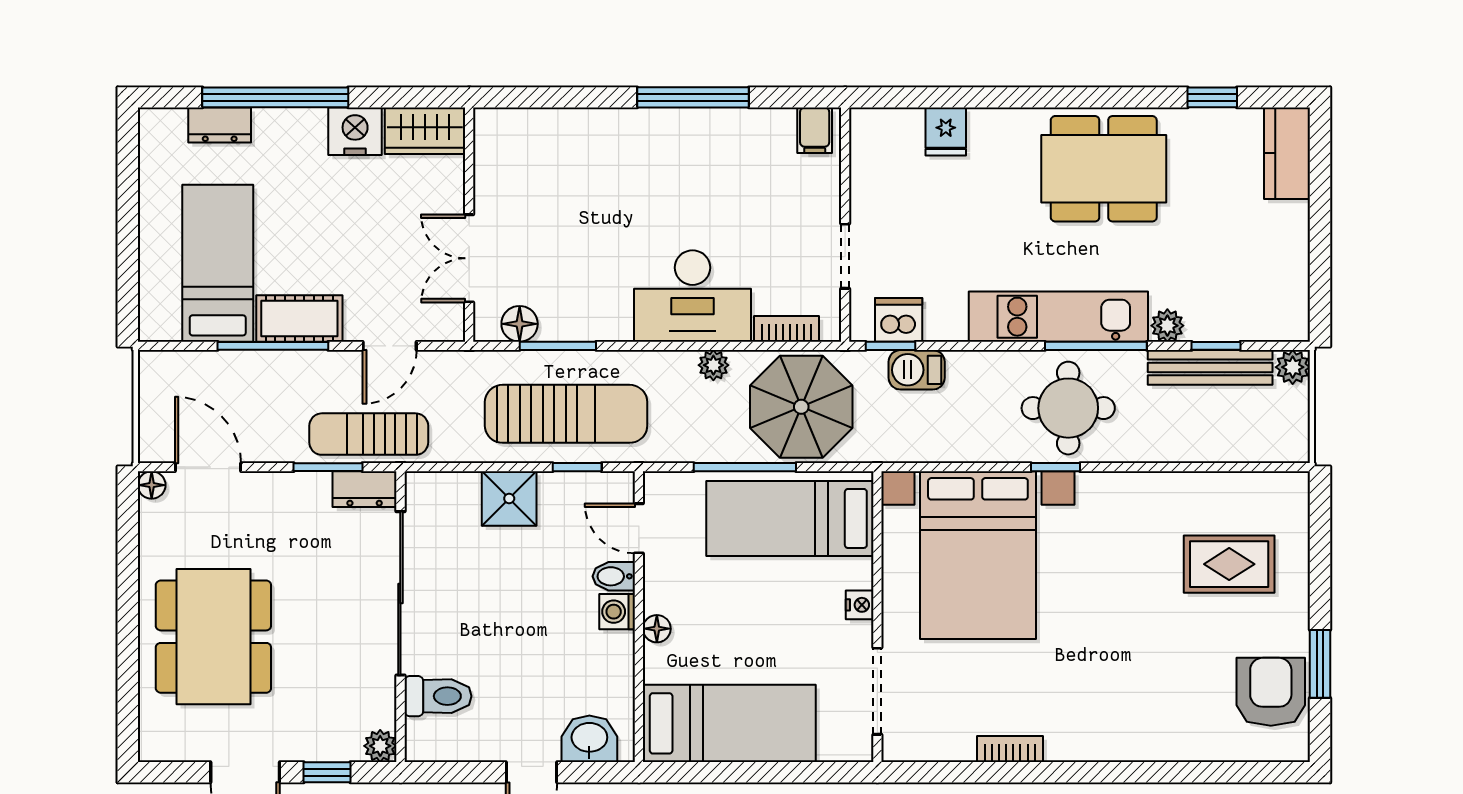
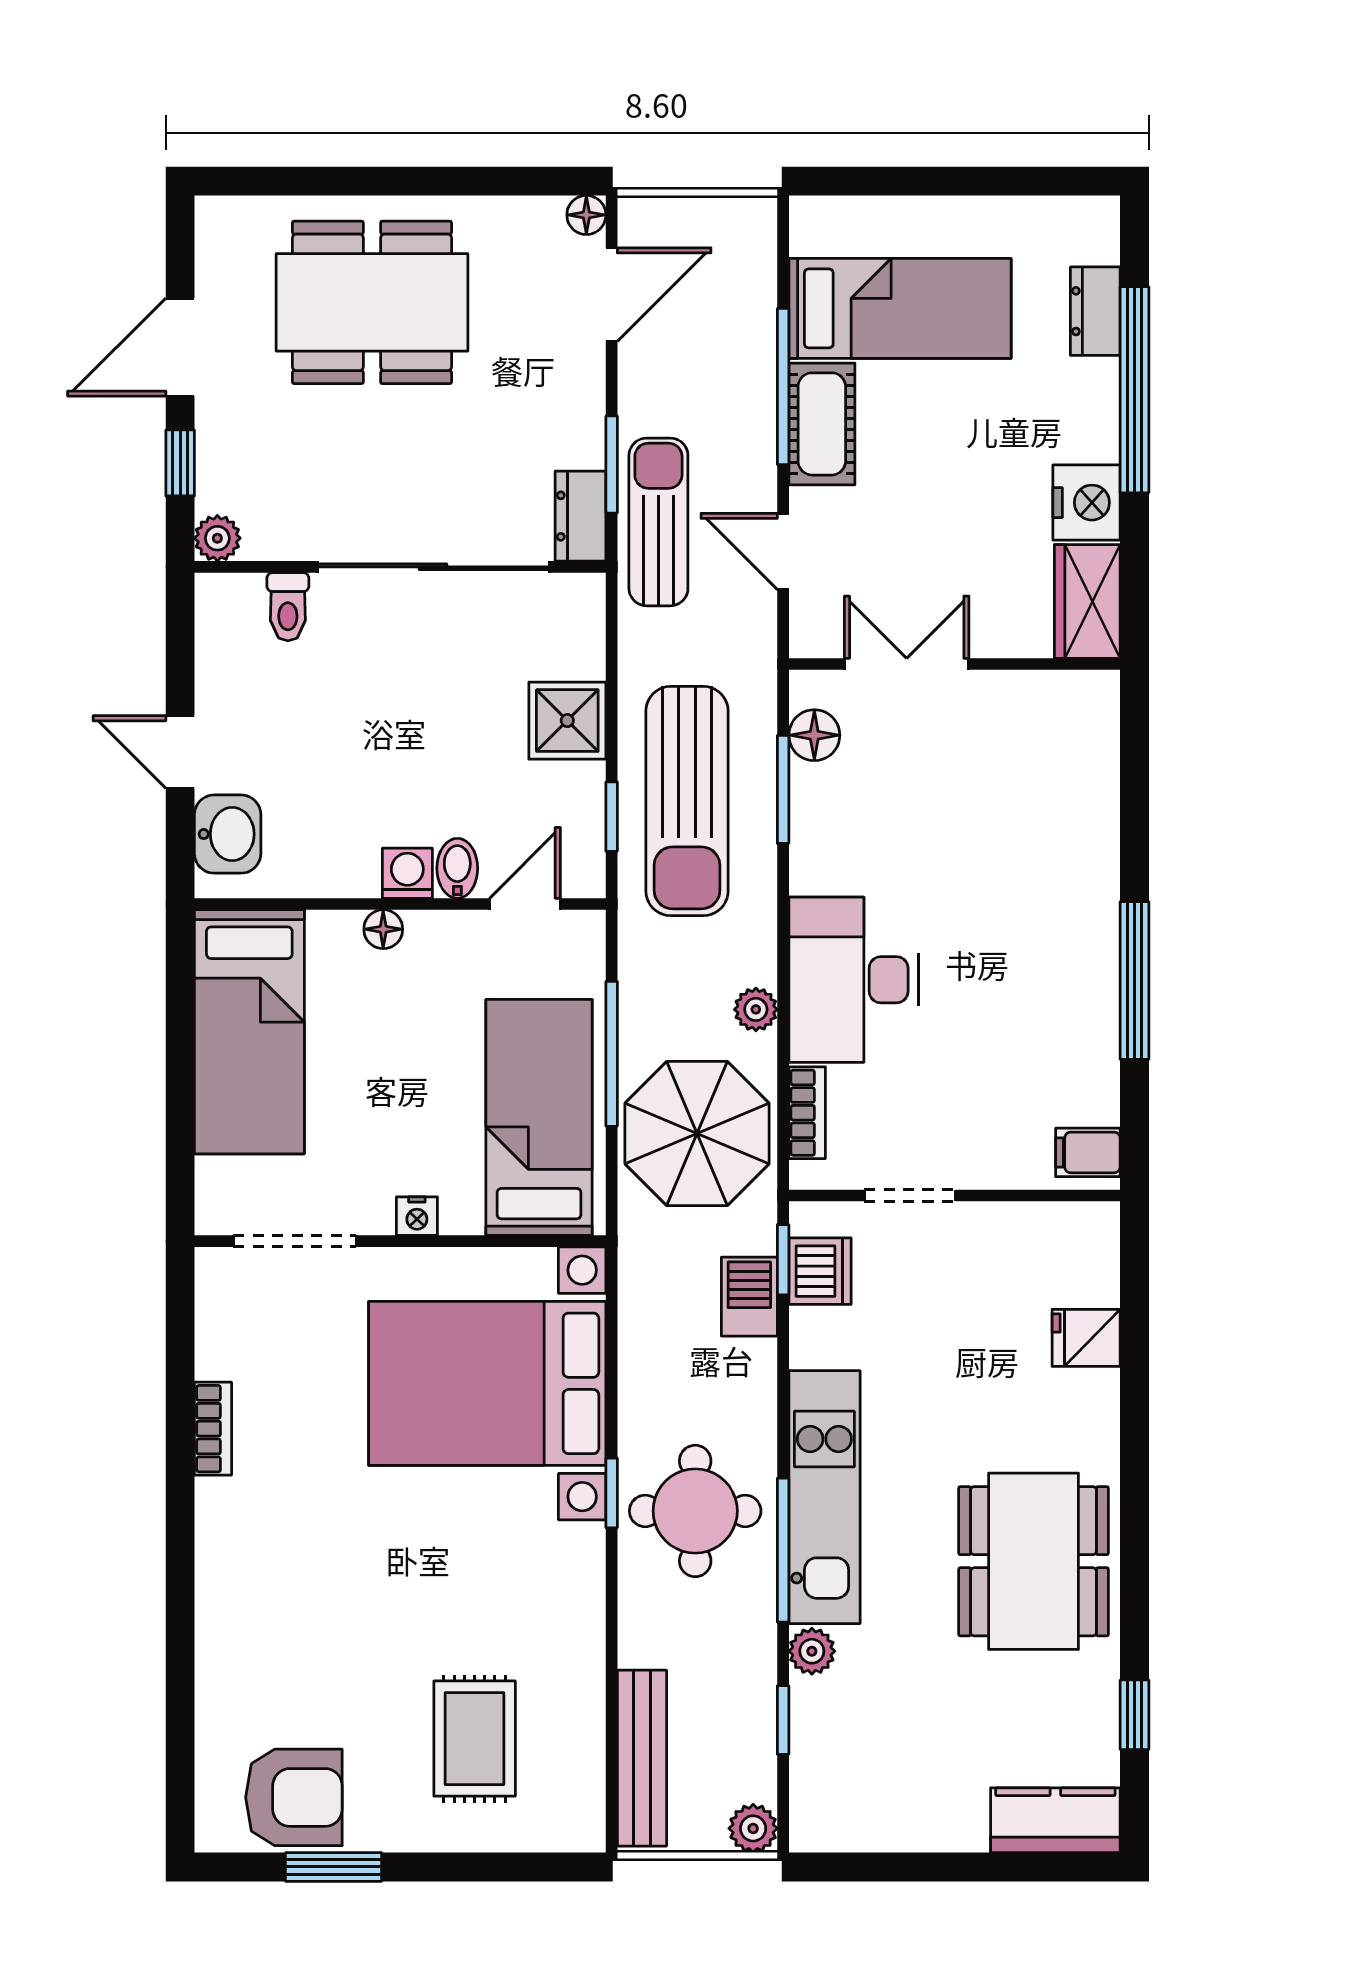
bench: (1210, 367) -> (642, 1758), moved
toilet: (438, 696) -> (288, 607), width x0.73, depth x0.72

